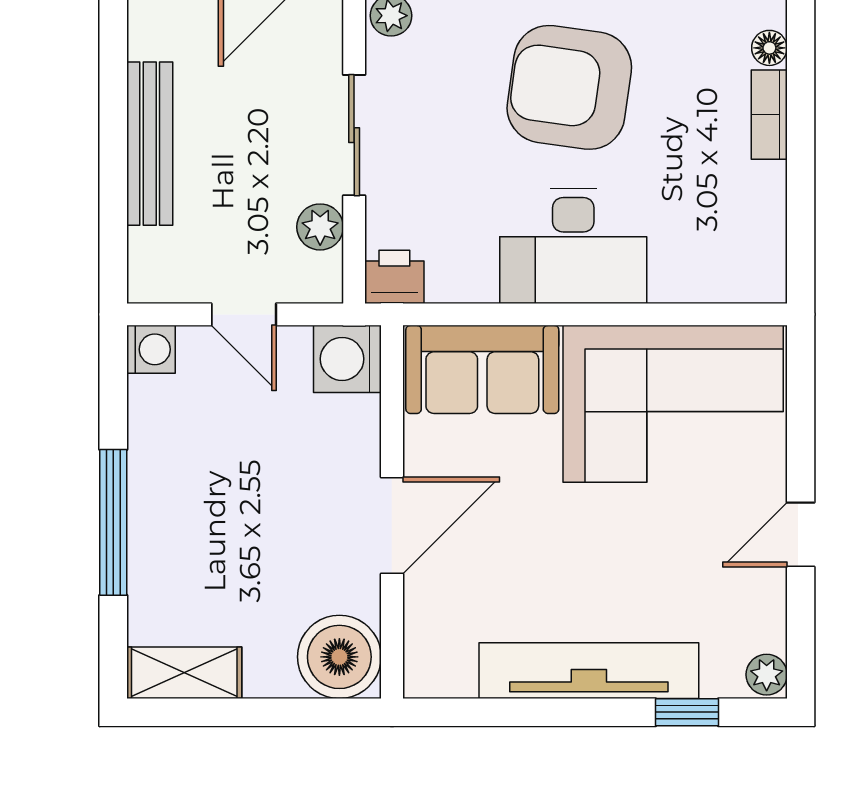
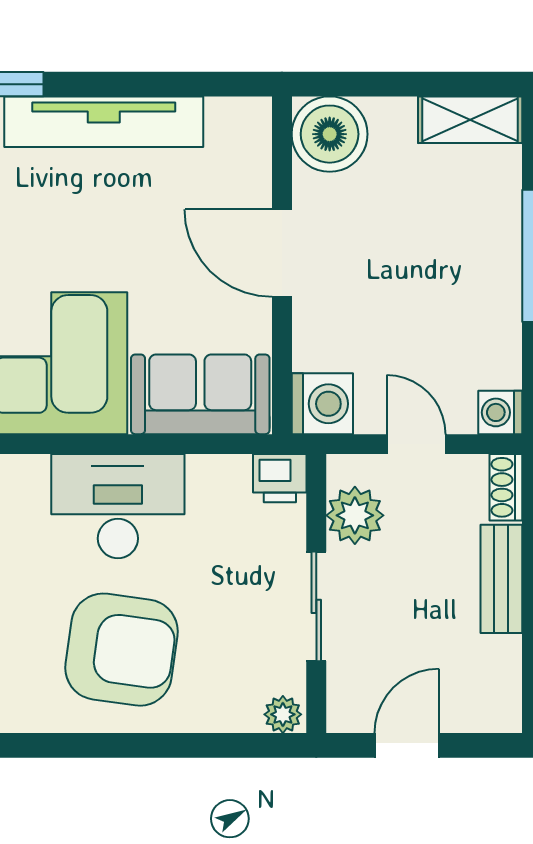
bench: (150, 144) -> (501, 579), width x0.73
plant: (320, 227) -> (355, 515), width x1.38, depth x1.38
shoe rack: (145, 267) -> (506, 487), added
door: (392, 525) -> (282, 253), hinge flipped

